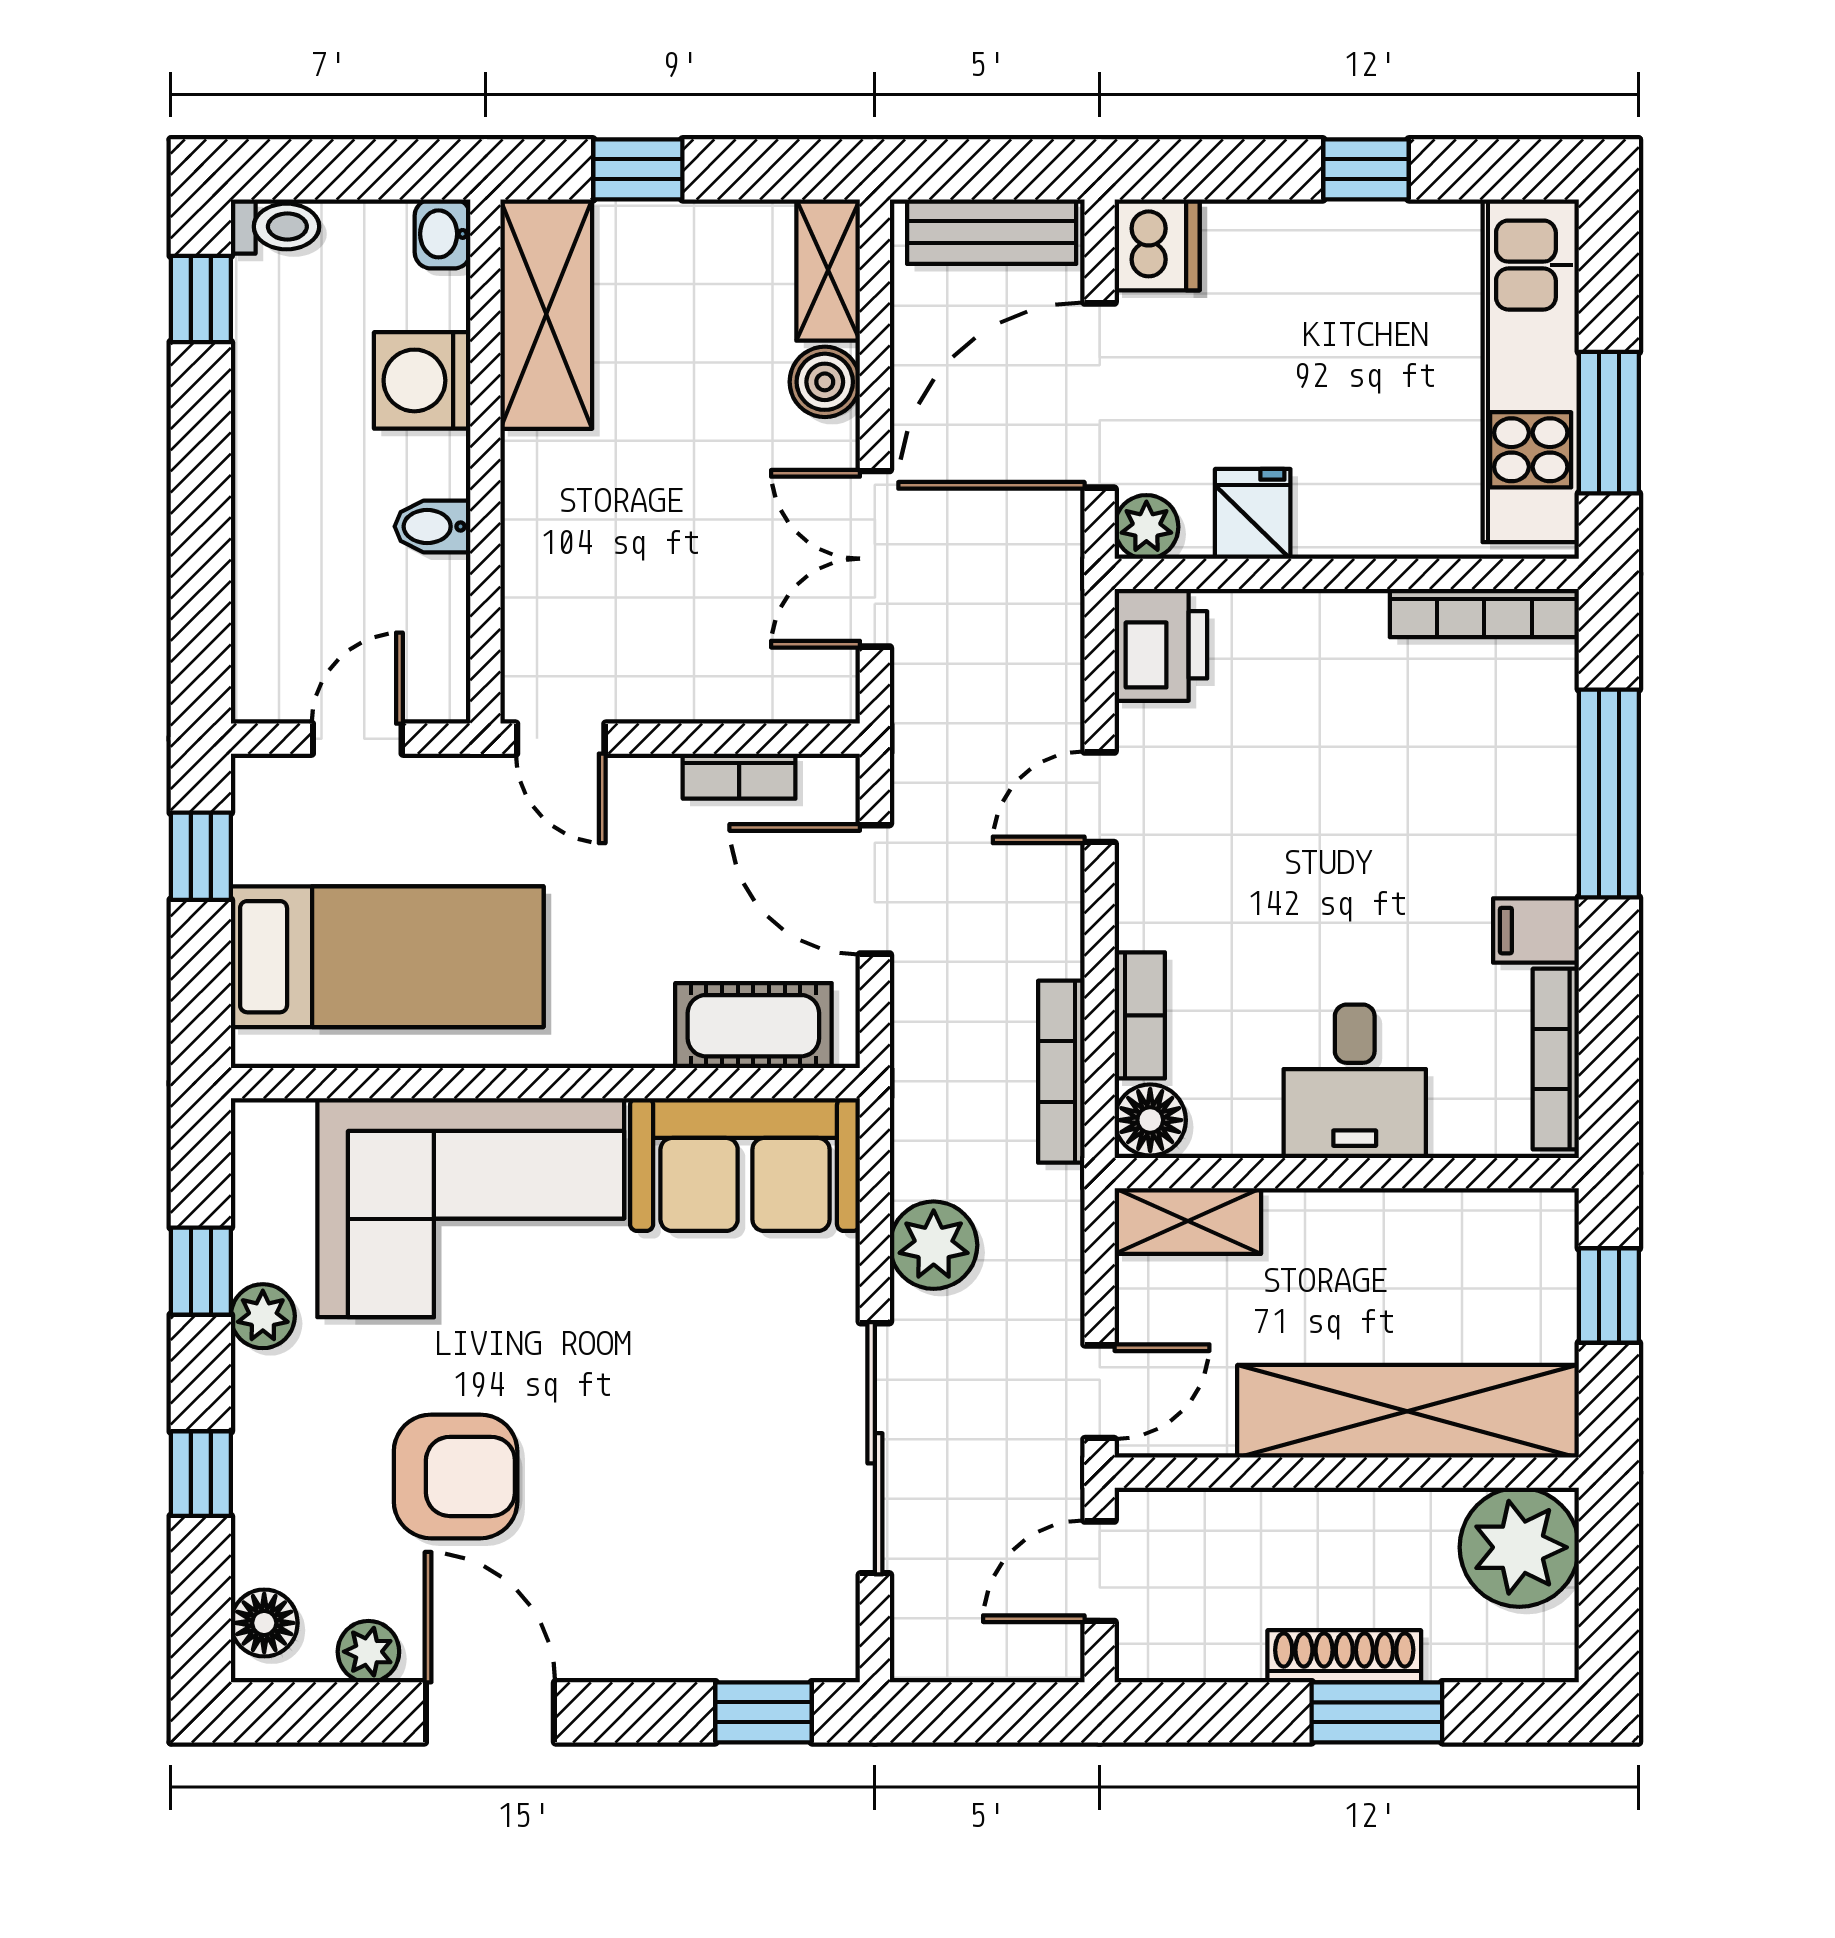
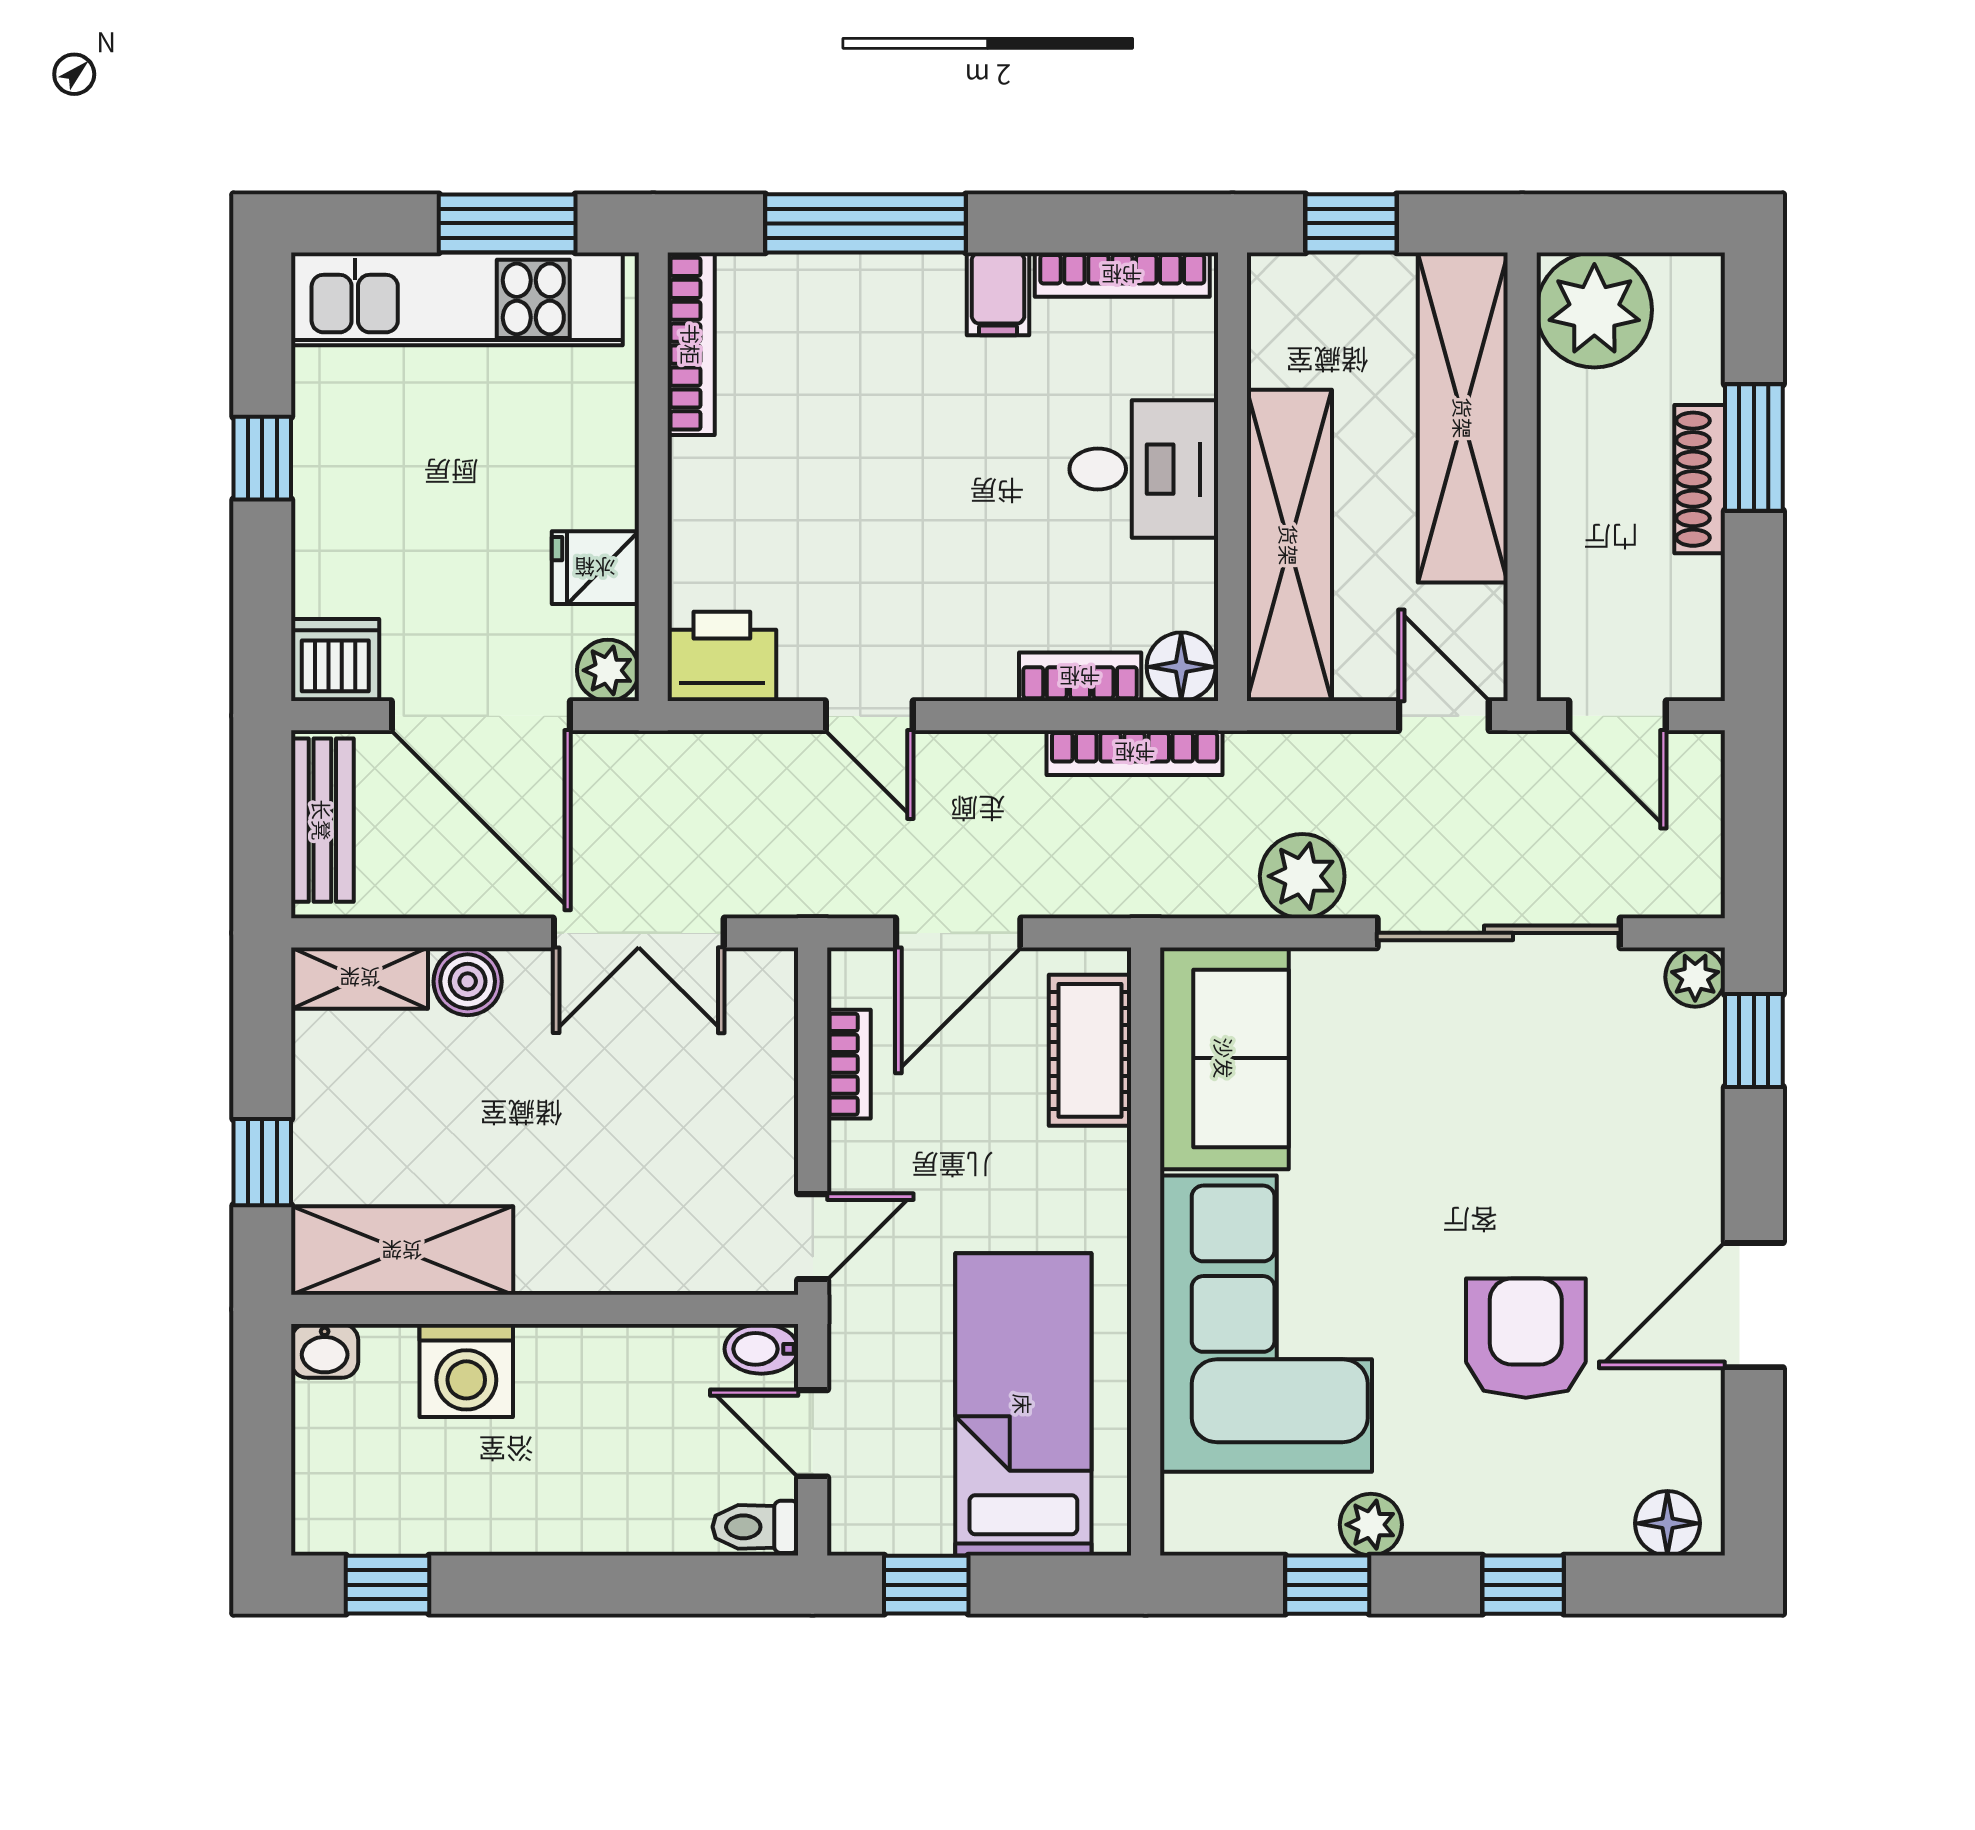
toilet: (275, 227) -> (755, 1527), moved, turned -90
bidet: (432, 526) -> (761, 1349), moved, turned 90
shelving: (1188, 1221) -> (1289, 545), width x2.20, depth x1.33
plant: (368, 1652) -> (1695, 977), moved

